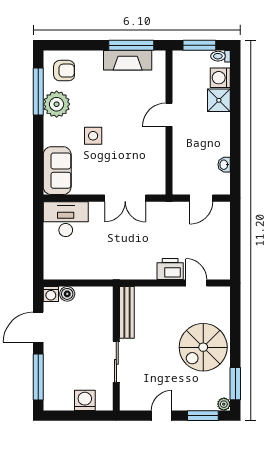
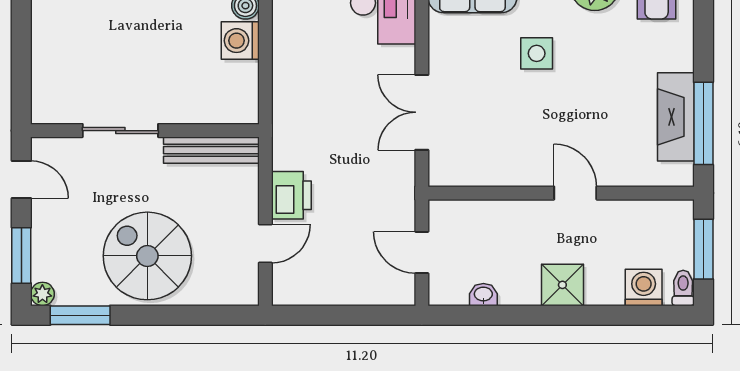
shower: (219, 100) -> (562, 285), moved
bench: (127, 312) -> (211, 150), moved
wall: (116, 349) -> (145, 131), moved
sliding door: (116, 362) -> (120, 131), moved
washing machine: (85, 400) -> (240, 41), moved, turned 180

